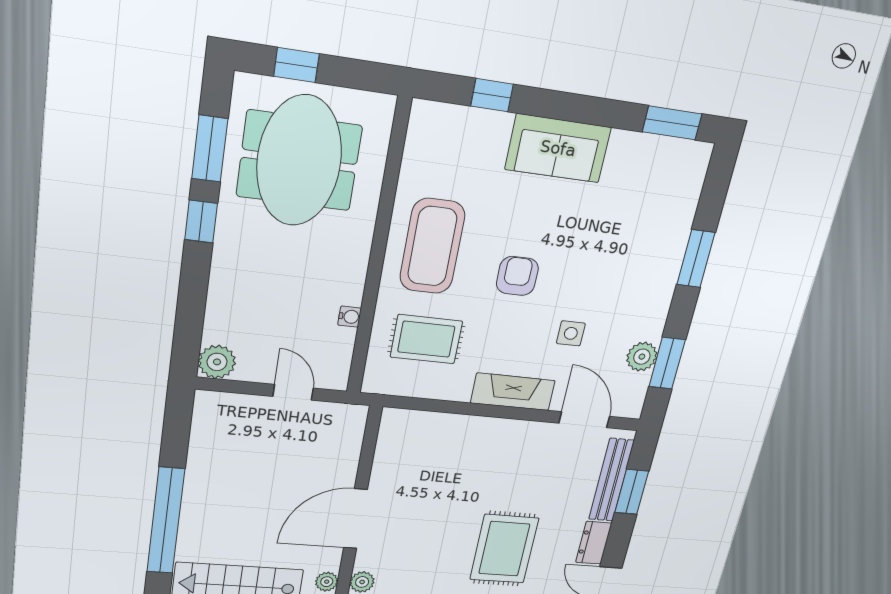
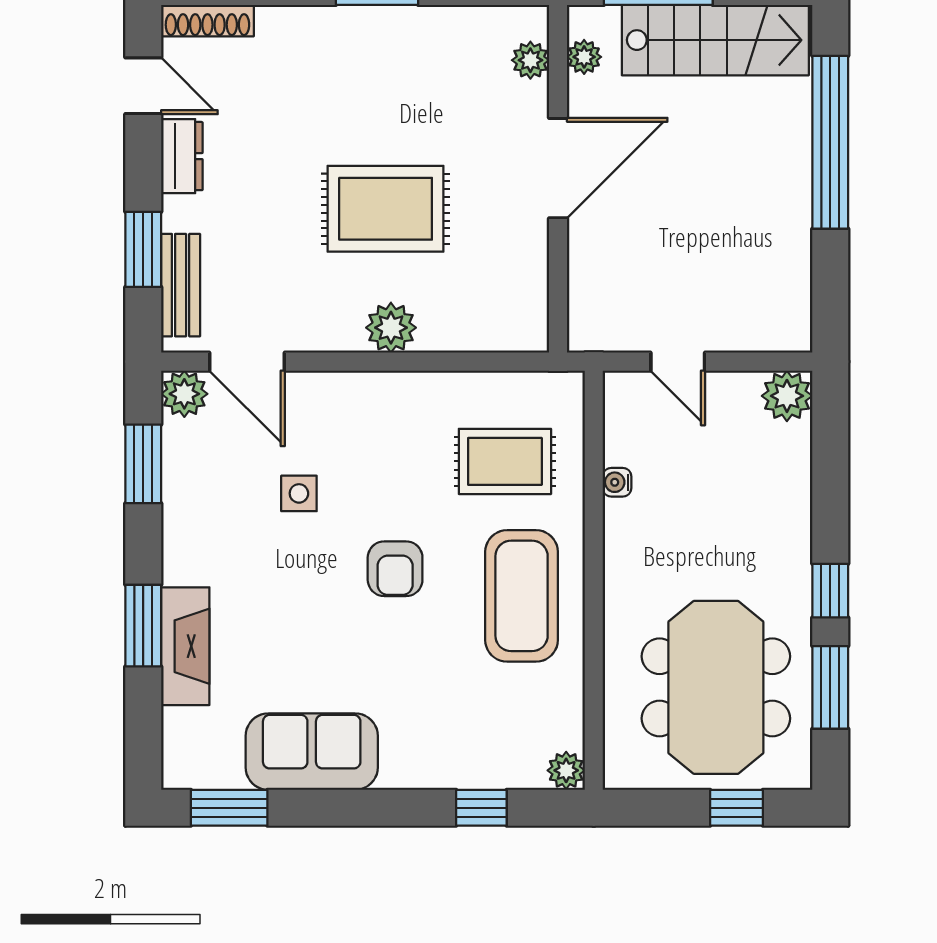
plant: (423, 114) -> (566, 770), added
sofa: (558, 148) -> (312, 752), moved
plant: (642, 357) -> (184, 394), moved
fireplace: (513, 392) -> (185, 646), moved, turned -90
plant: (486, 432) -> (391, 328), added
bench: (611, 480) -> (181, 285), width x0.73
rug: (504, 549) -> (386, 209), moved, turned 90

